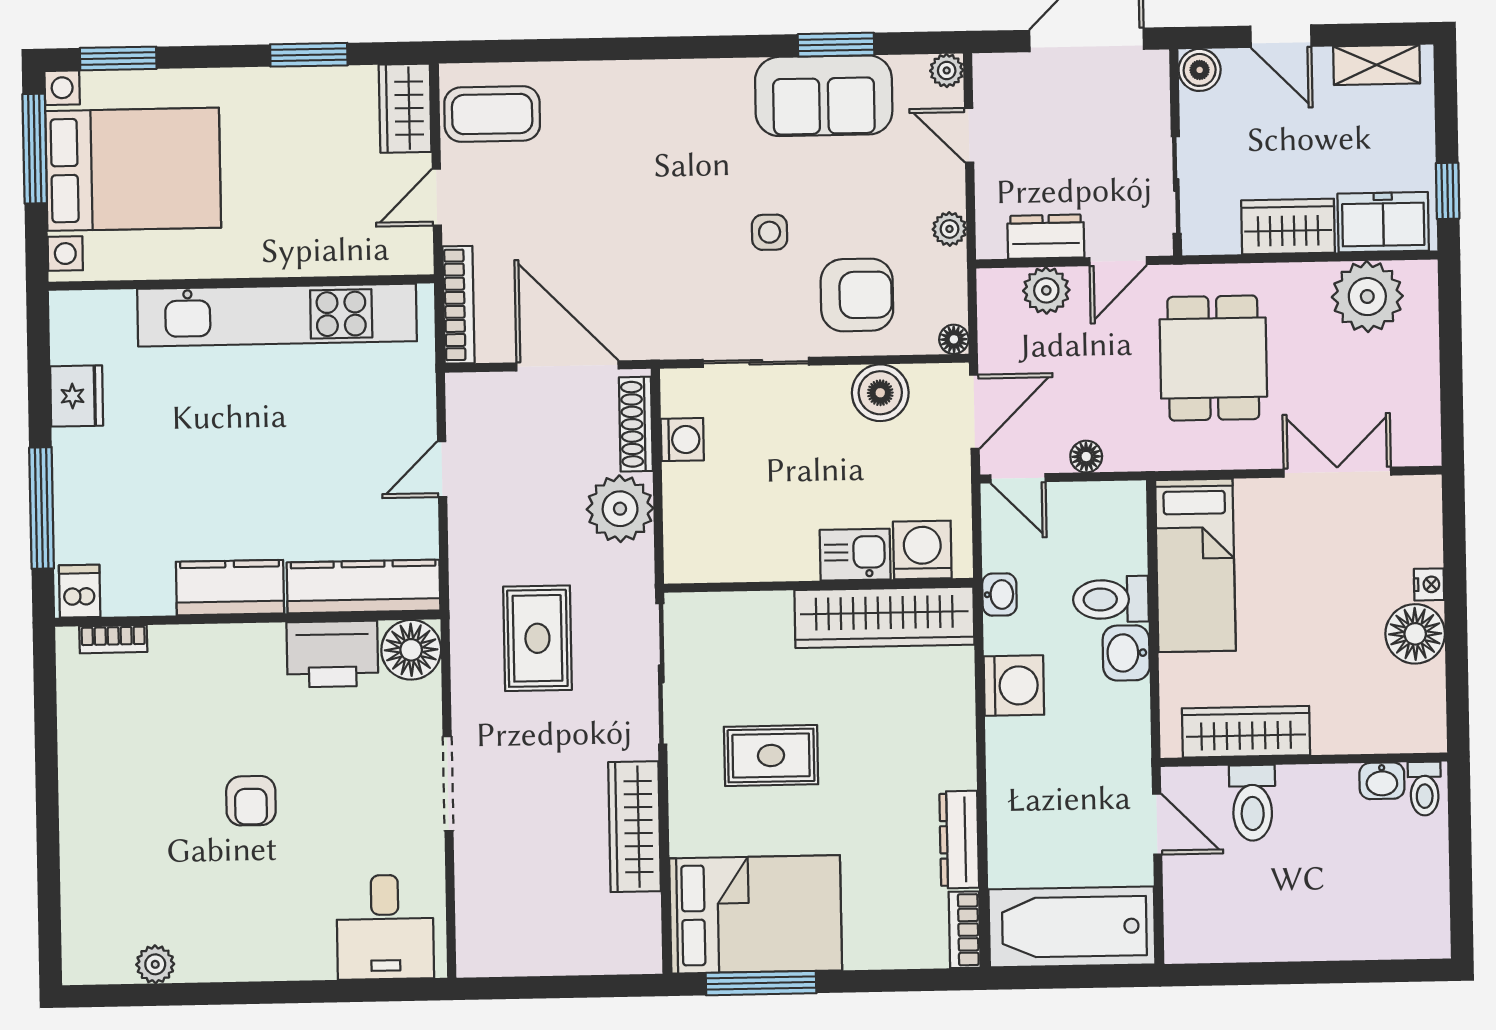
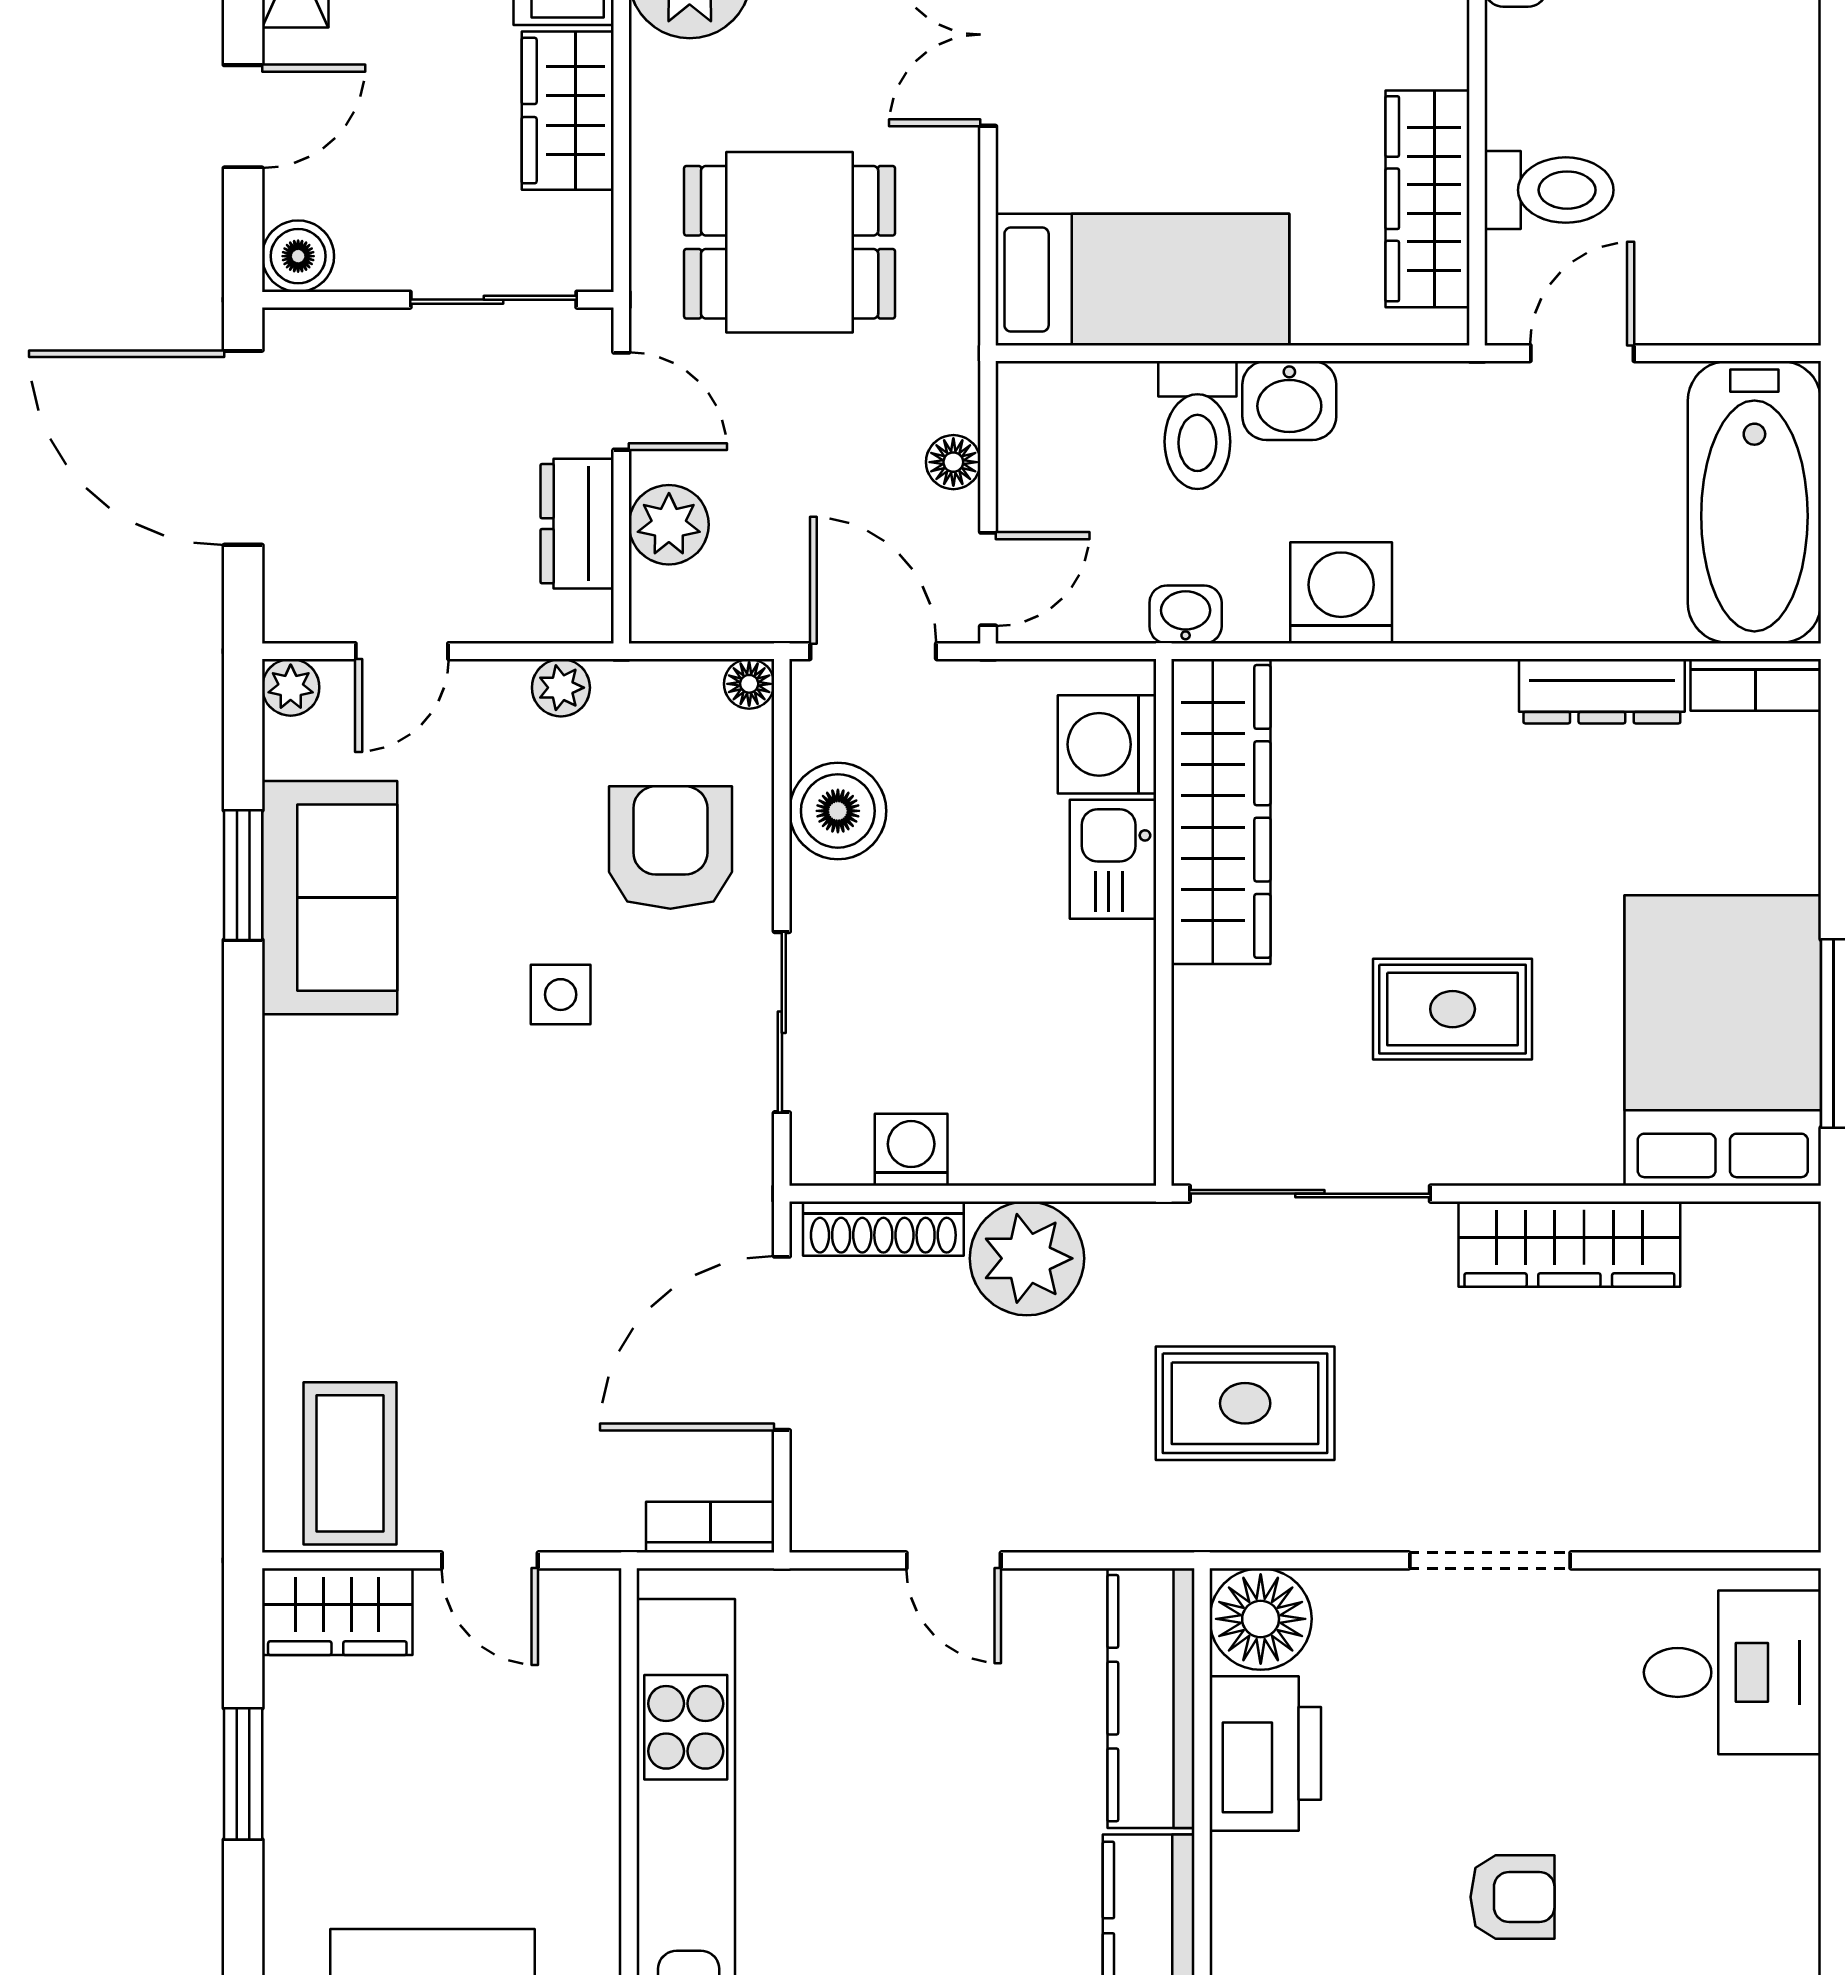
bookcase: (458, 305) -> (710, 1527), width x0.64
rug: (771, 756) -> (1453, 1009), turned 90

